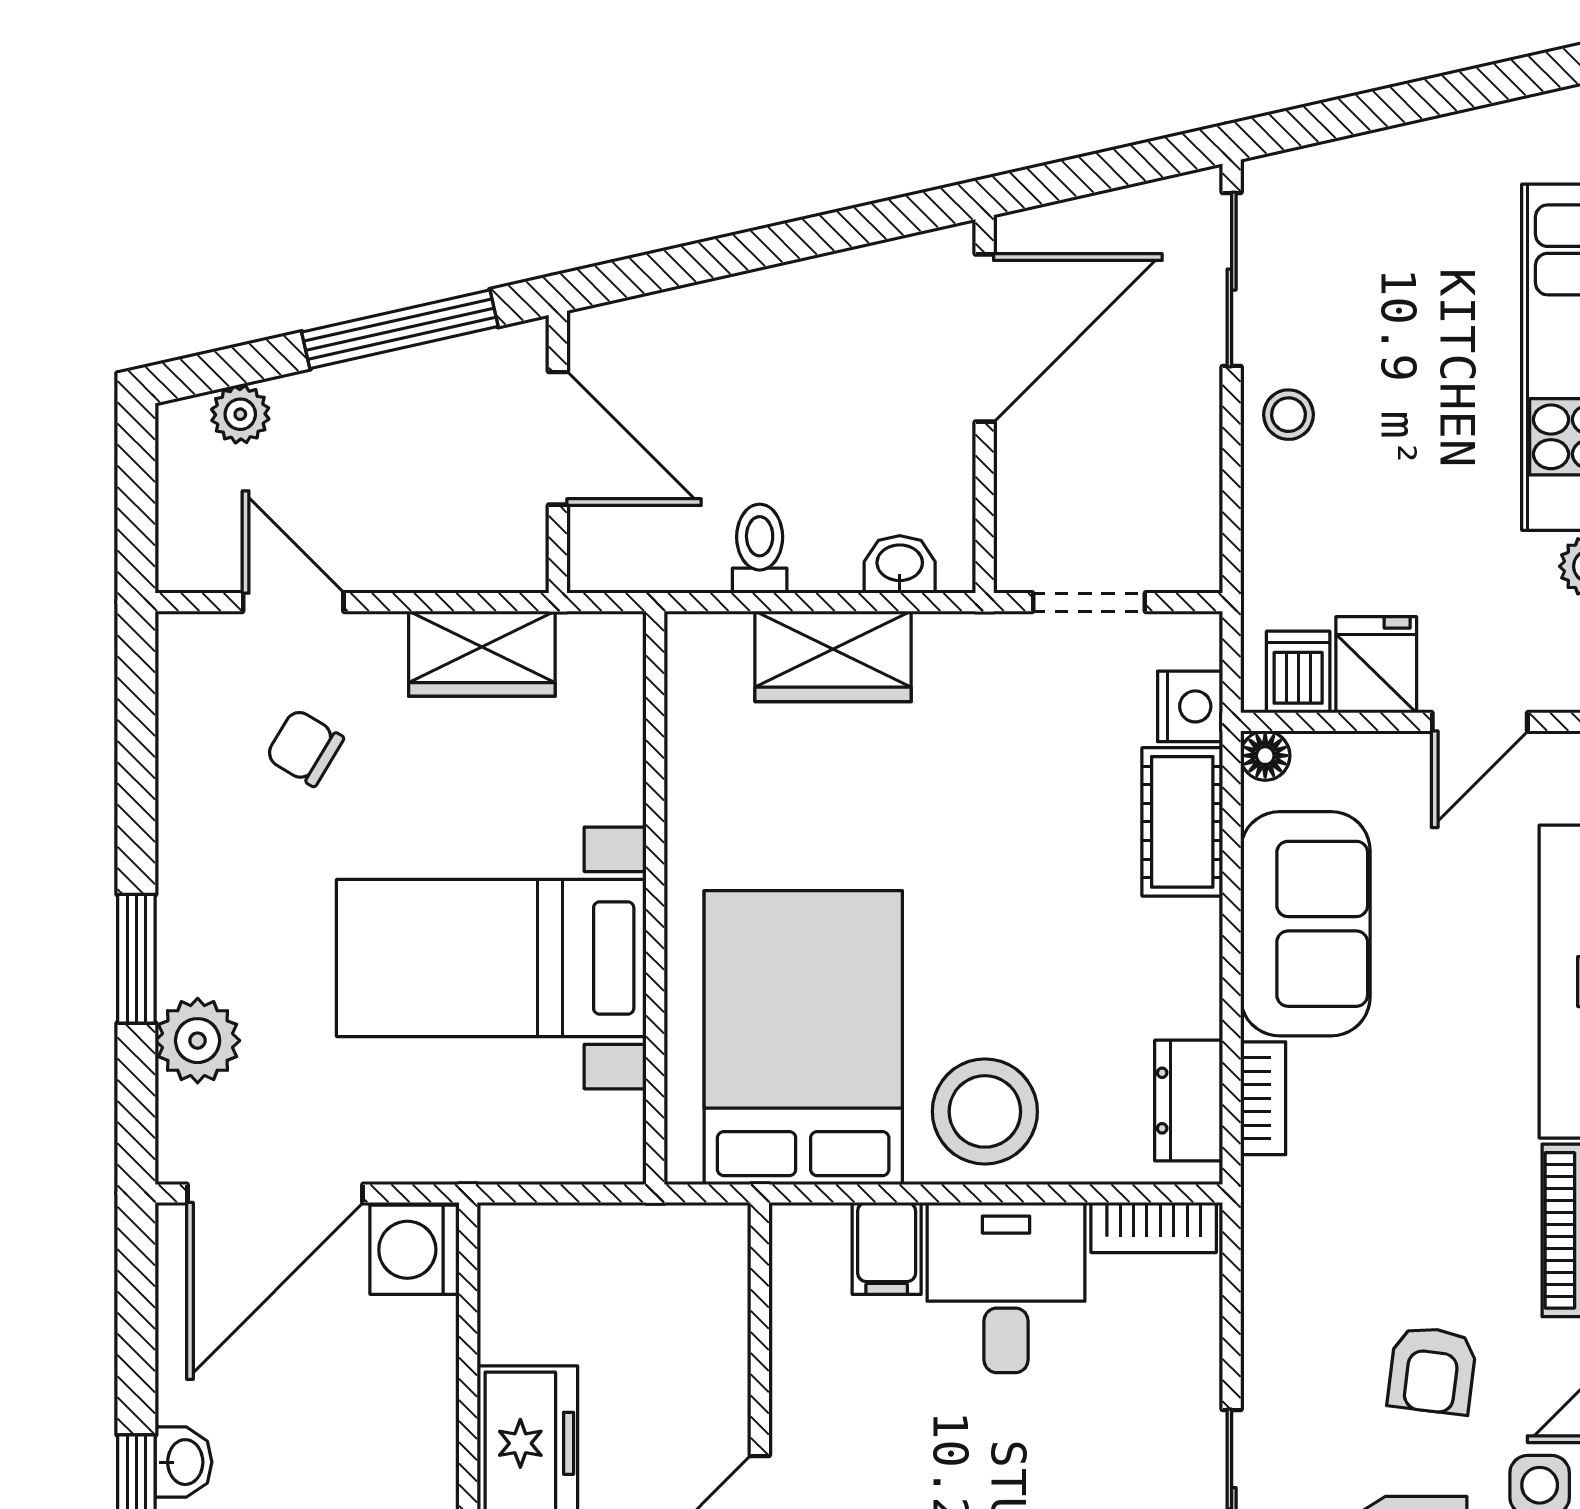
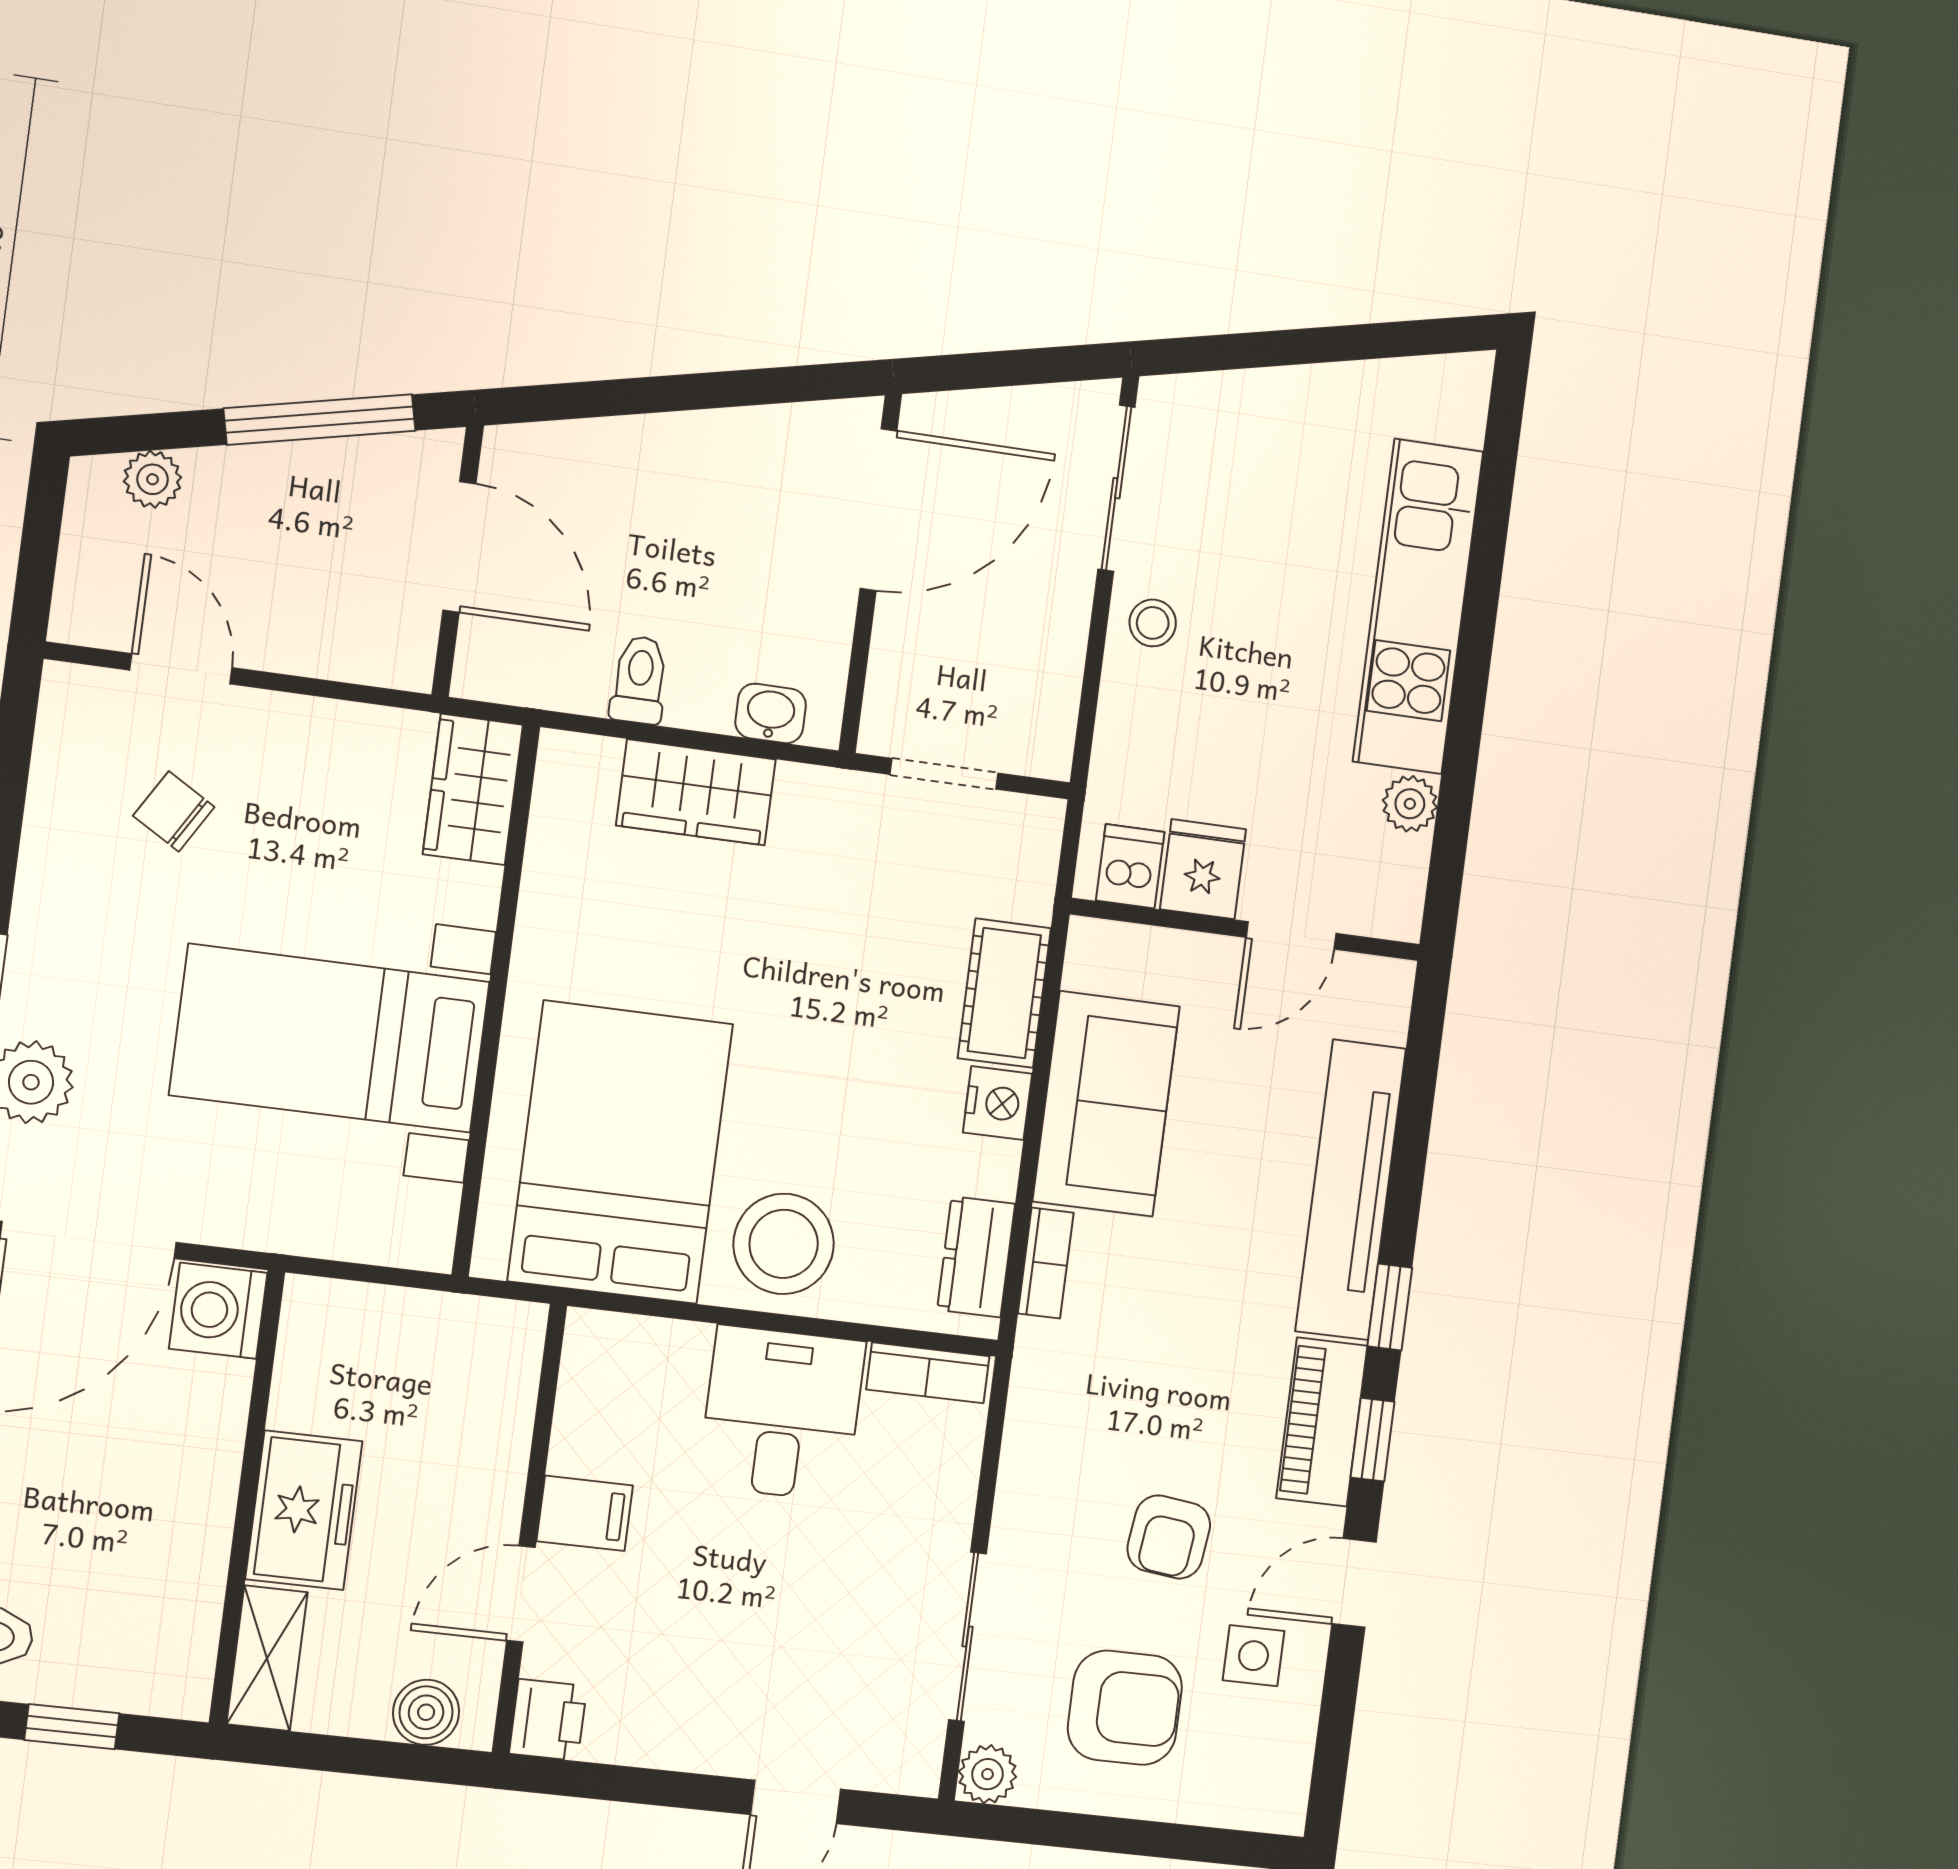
wardrobe: (482, 654) -> (473, 789), moved, turned 90
nightstand: (1190, 706) -> (997, 1103), moved
floor lamp: (1265, 756) -> (1090, 941), removed
filing cabinet: (887, 1248) -> (585, 1513), moved, turned -90

